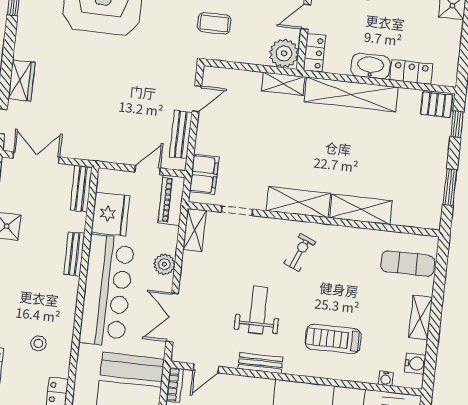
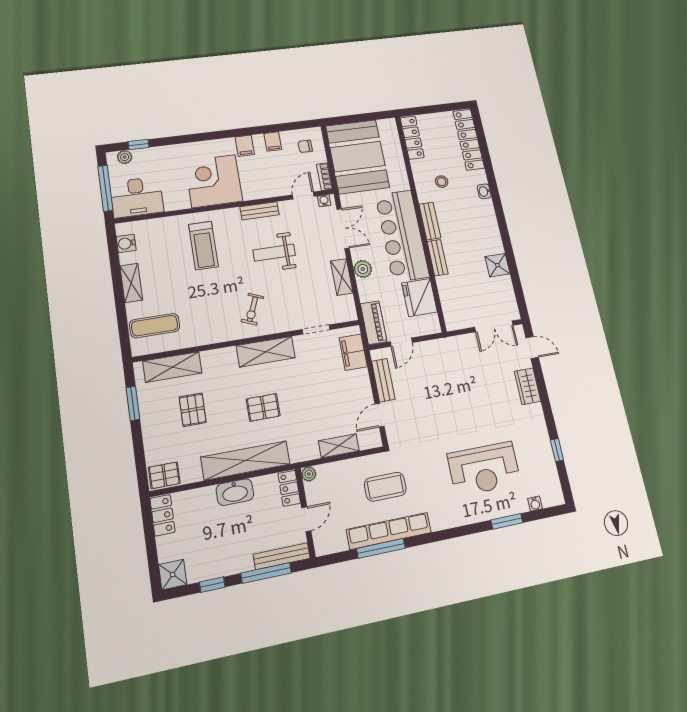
coffee table: (214, 23) -> (385, 487), width x1.36, depth x1.30
plant: (284, 53) -> (309, 474), width x0.53, depth x0.53
locker: (411, 72) -> (163, 515), moved, turned -90
shelving: (283, 84) -> (339, 446), moved
window: (457, 124) -> (140, 463), removed
pallet: (318, 144) -> (263, 407), added
pallet: (391, 163) -> (193, 410), added
bench: (81, 189) -> (430, 221), moved
shelving: (361, 209) -> (172, 367), moved
shelving: (195, 230) -> (342, 277), moved
weight bench: (258, 310) -> (274, 253), turned 90
treadmill: (333, 339) -> (203, 245), turned 90
water cooler: (386, 379) -> (324, 201), moved

